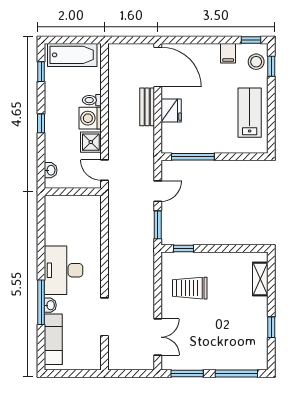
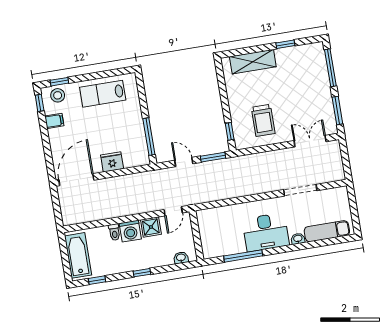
bench: (147, 107) -> (112, 183), removed
shelving: (260, 279) -> (253, 62), width x1.50, depth x1.33
window: (41, 302) -> (243, 256), moved

